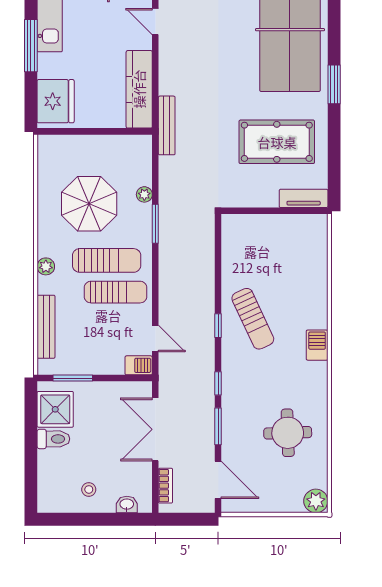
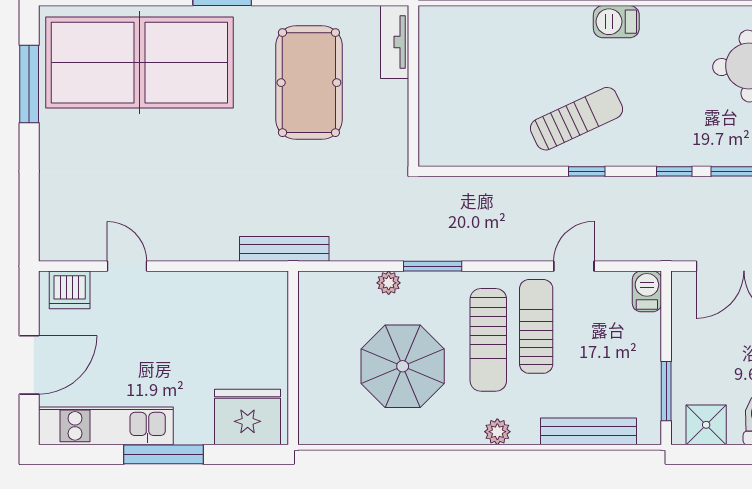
door: (155, 21) -> (127, 266), swing flipped
kitchen counter: (139, 89) -> (230, 291), removed
sun lounger: (107, 260) -> (488, 340), turned 180
door: (155, 339) -> (574, 266), moved
shower: (55, 409) -> (706, 425), width x0.73, depth x0.73

